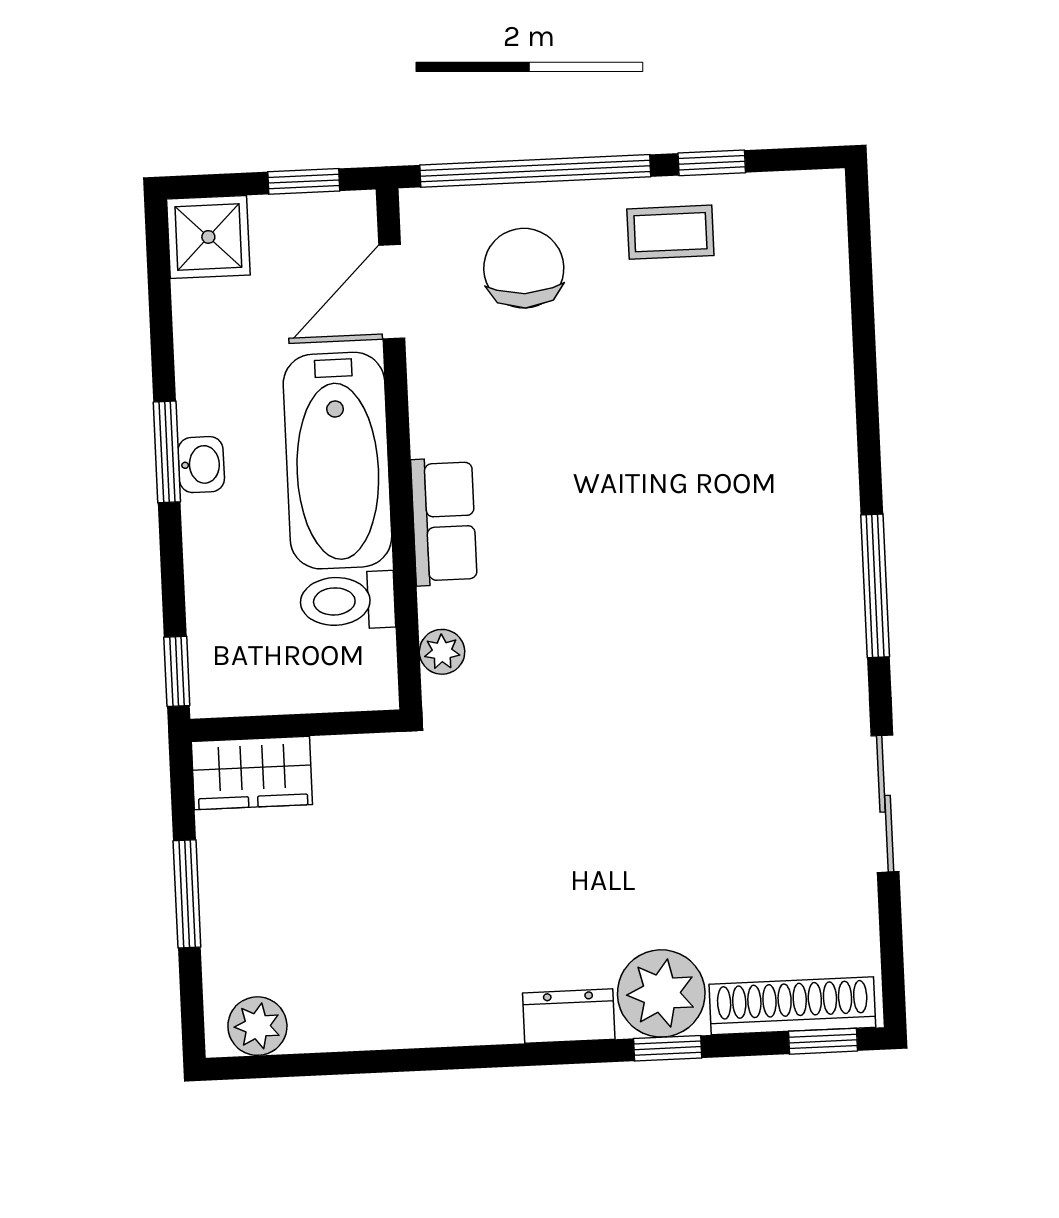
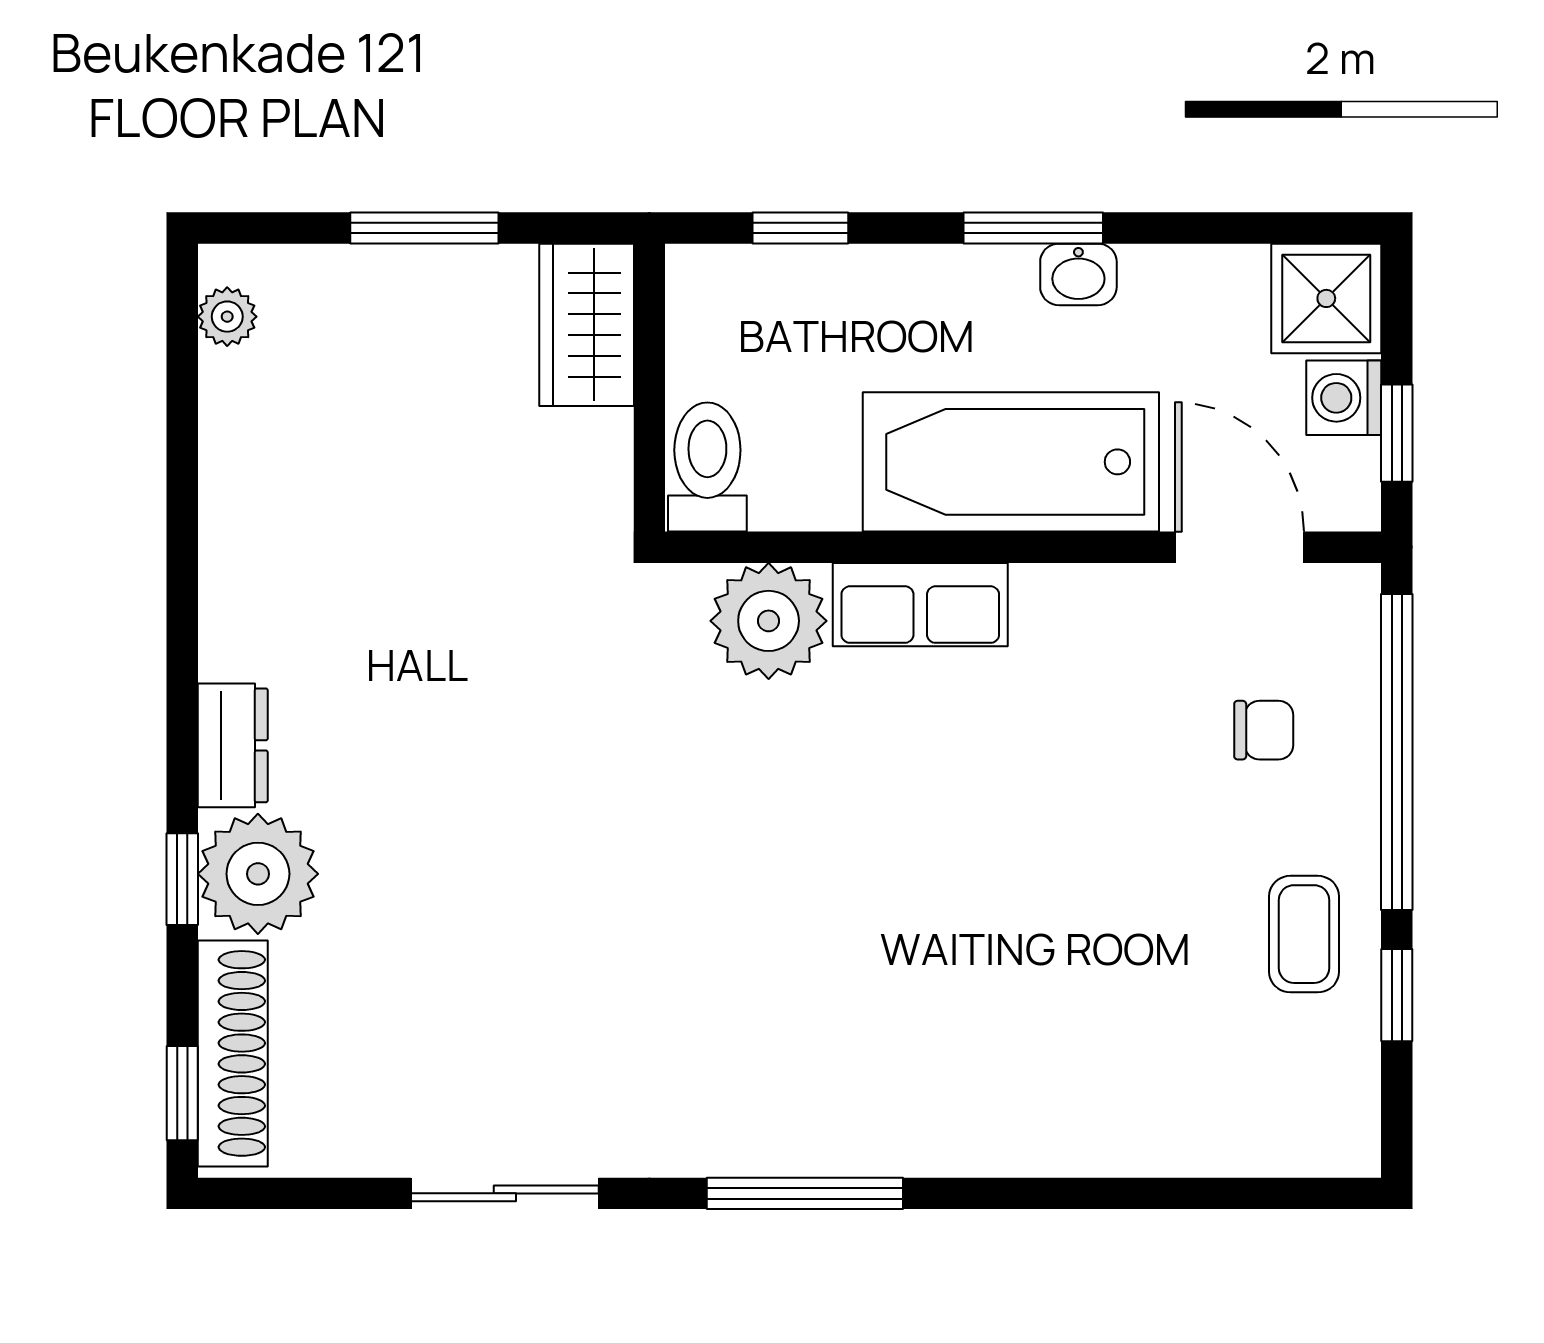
washing machine: (280, 221) -> (1344, 398), added
chair: (524, 268) -> (1264, 730), width x0.54, depth x0.54
washbasin: (201, 465) -> (1078, 274), moved
toilet: (347, 601) -> (707, 467), moved
plant: (442, 652) -> (769, 621), width x1.87, depth x1.87
window: (177, 671) -> (800, 228), moved
plant: (257, 1026) -> (227, 317), width x0.73, depth x0.73

